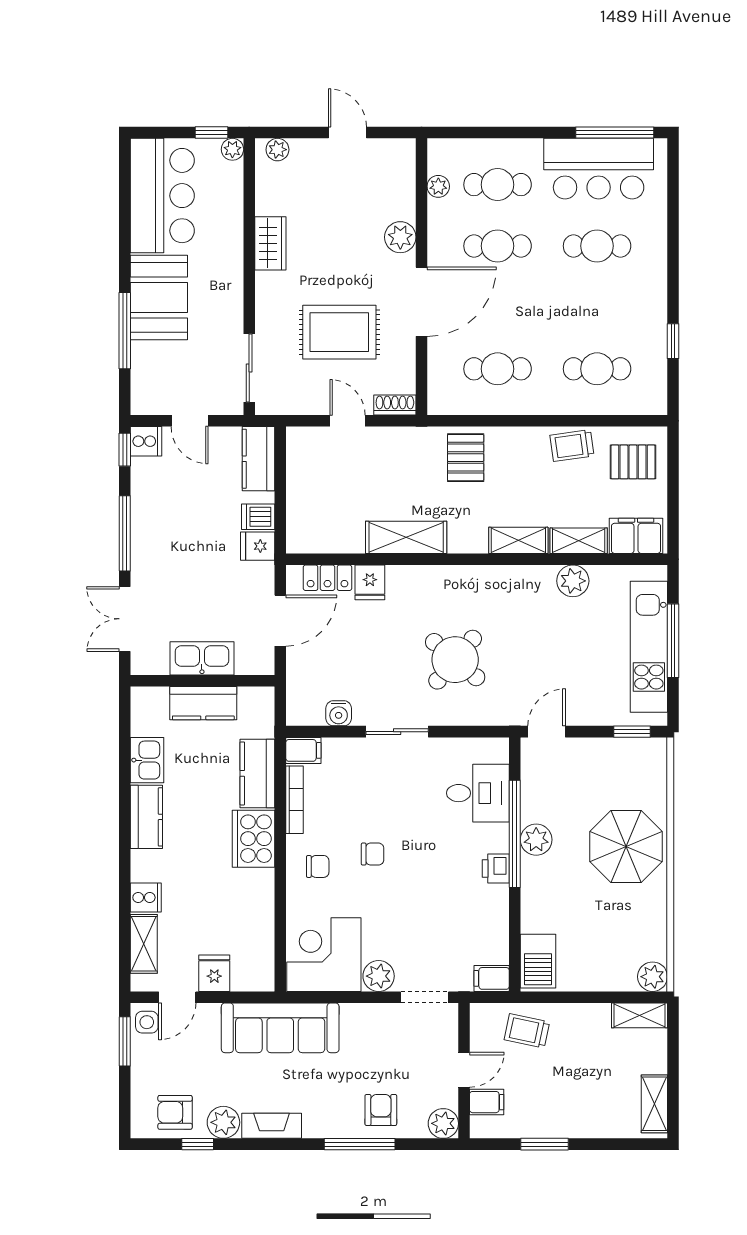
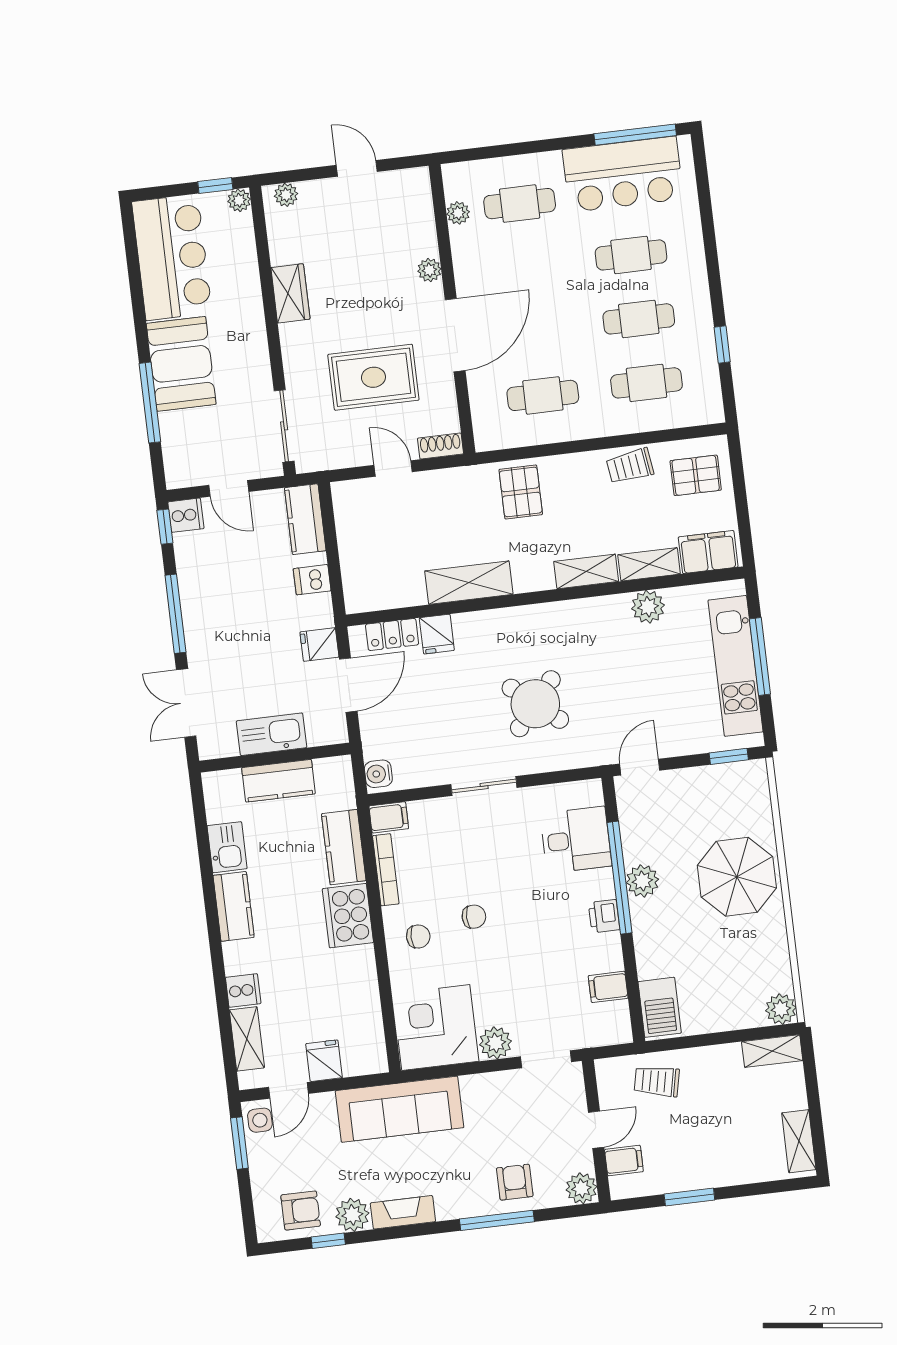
plant: (400, 237) -> (429, 270), width x0.73, depth x0.73
cafe table: (498, 246) -> (639, 319), moved
fridge: (258, 546) -> (319, 645), moved
water cooler: (339, 713) -> (378, 774), moved, turned 90
filing cabinet: (492, 978) -> (608, 987), moved
armchair: (175, 1112) -> (301, 1210), turned 180

